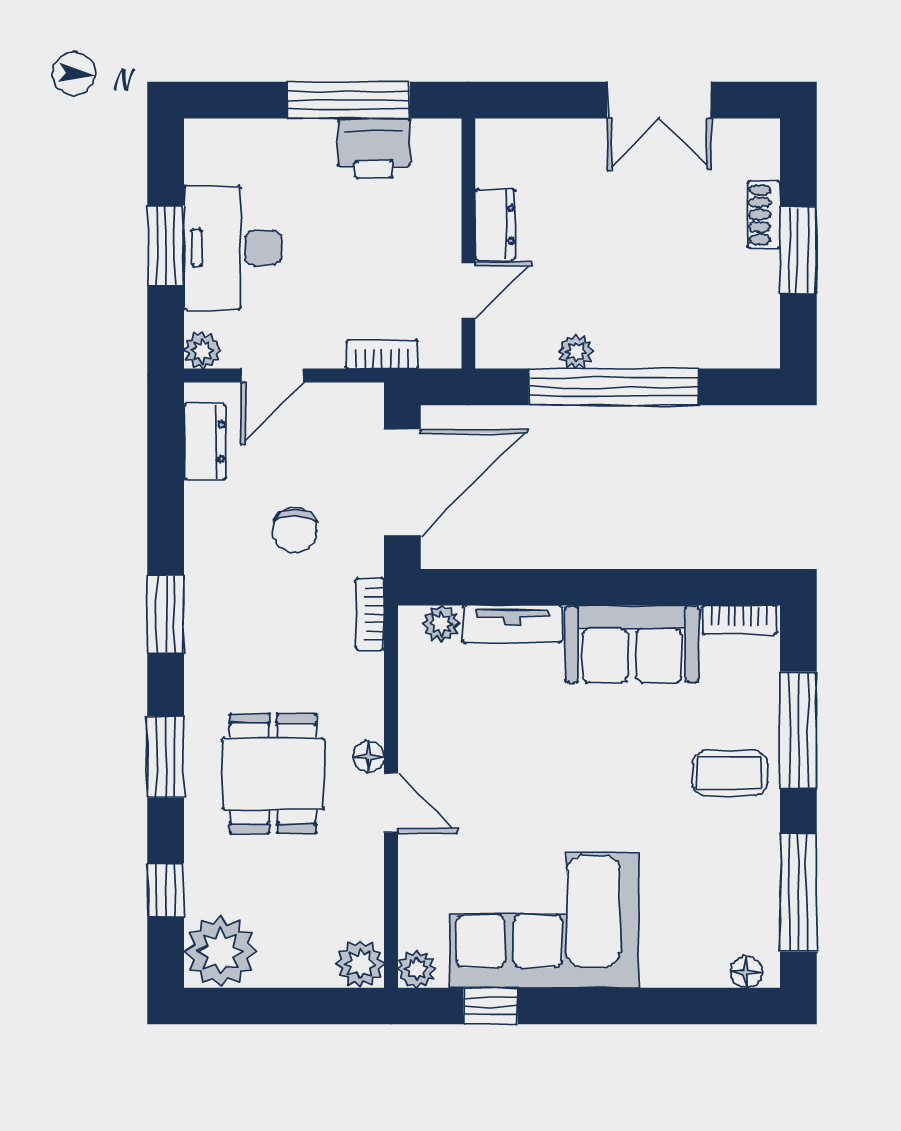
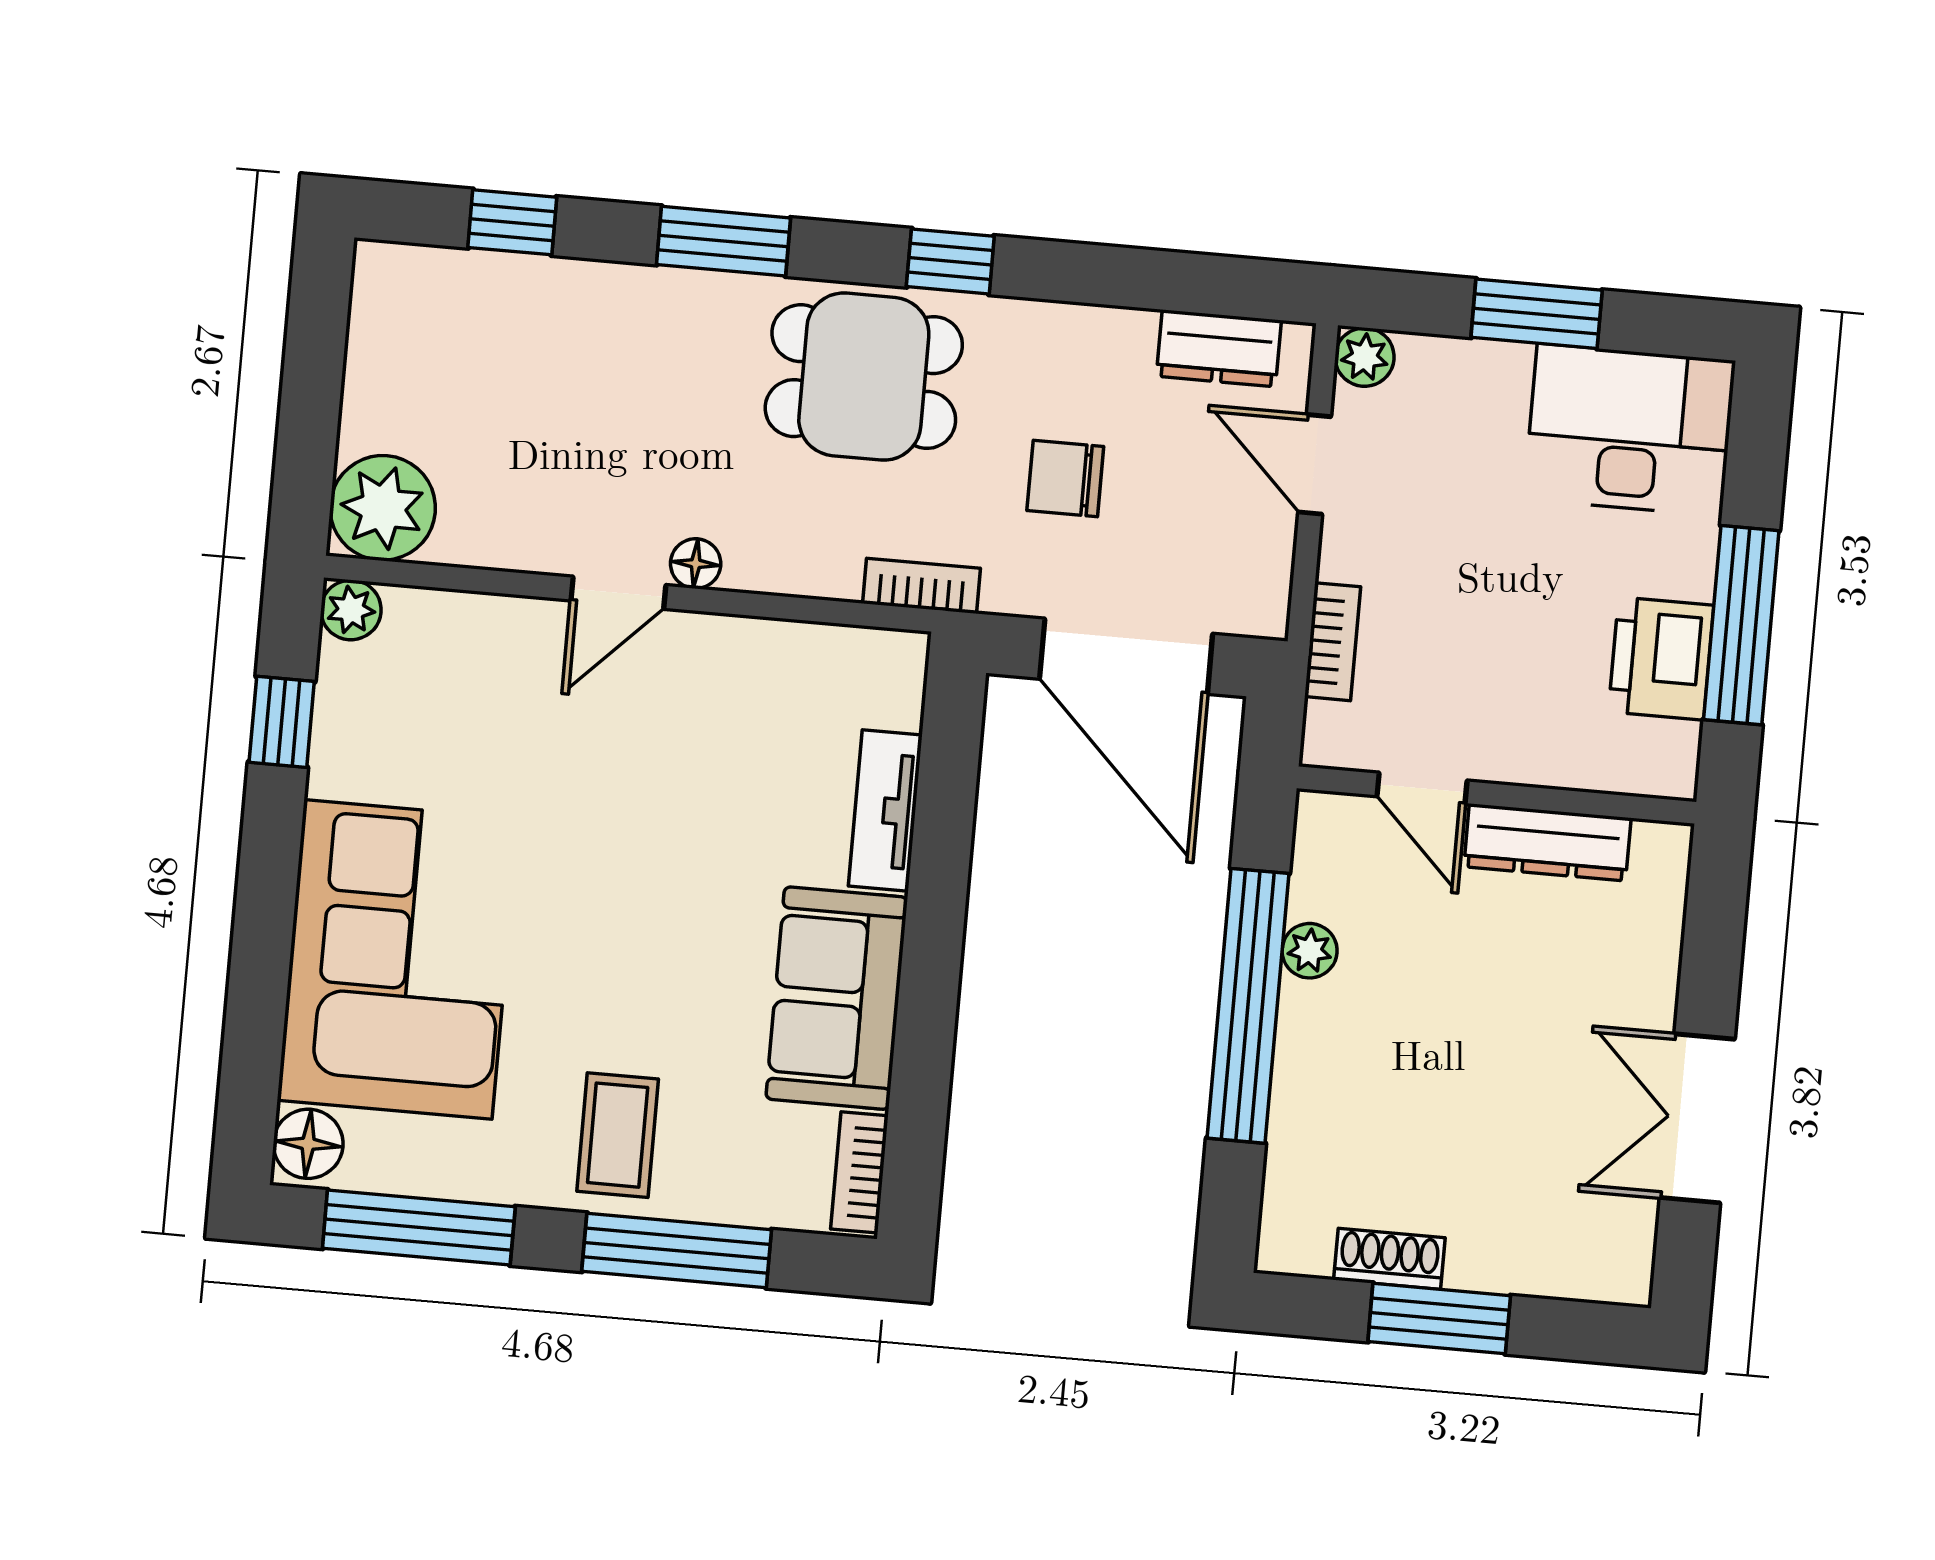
shoe rack: (764, 215) -> (1389, 1259), moved
dresser: (495, 225) -> (1547, 842), width x1.44
desk: (233, 248) -> (1630, 430), moved
window: (166, 614) -> (950, 261), width x0.67
plant: (441, 624) -> (896, 698), removed
dining table: (273, 773) -> (864, 377), moved
corner sofa: (544, 920) -> (398, 959), moved
plant: (220, 951) -> (407, 300), removed
plant: (360, 964) -> (383, 508), width x1.36, depth x1.36
floor lamp: (746, 972) -> (308, 1144), width x1.37, depth x1.37

